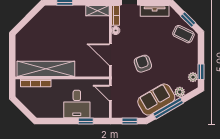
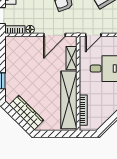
shelving: (97, 11) -> (72, 58), moved
wardrobe: (33, 27) -> (26, 113), added

